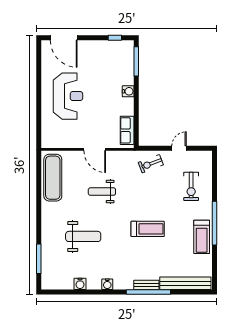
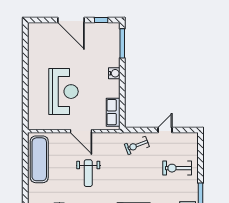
door: (64, 38) -> (71, 20), moved
reception desk: (68, 96) -> (63, 92), moved
exercise bike: (191, 186) -> (177, 168), turned 90
weight bench: (102, 192) -> (88, 173), turned -90

